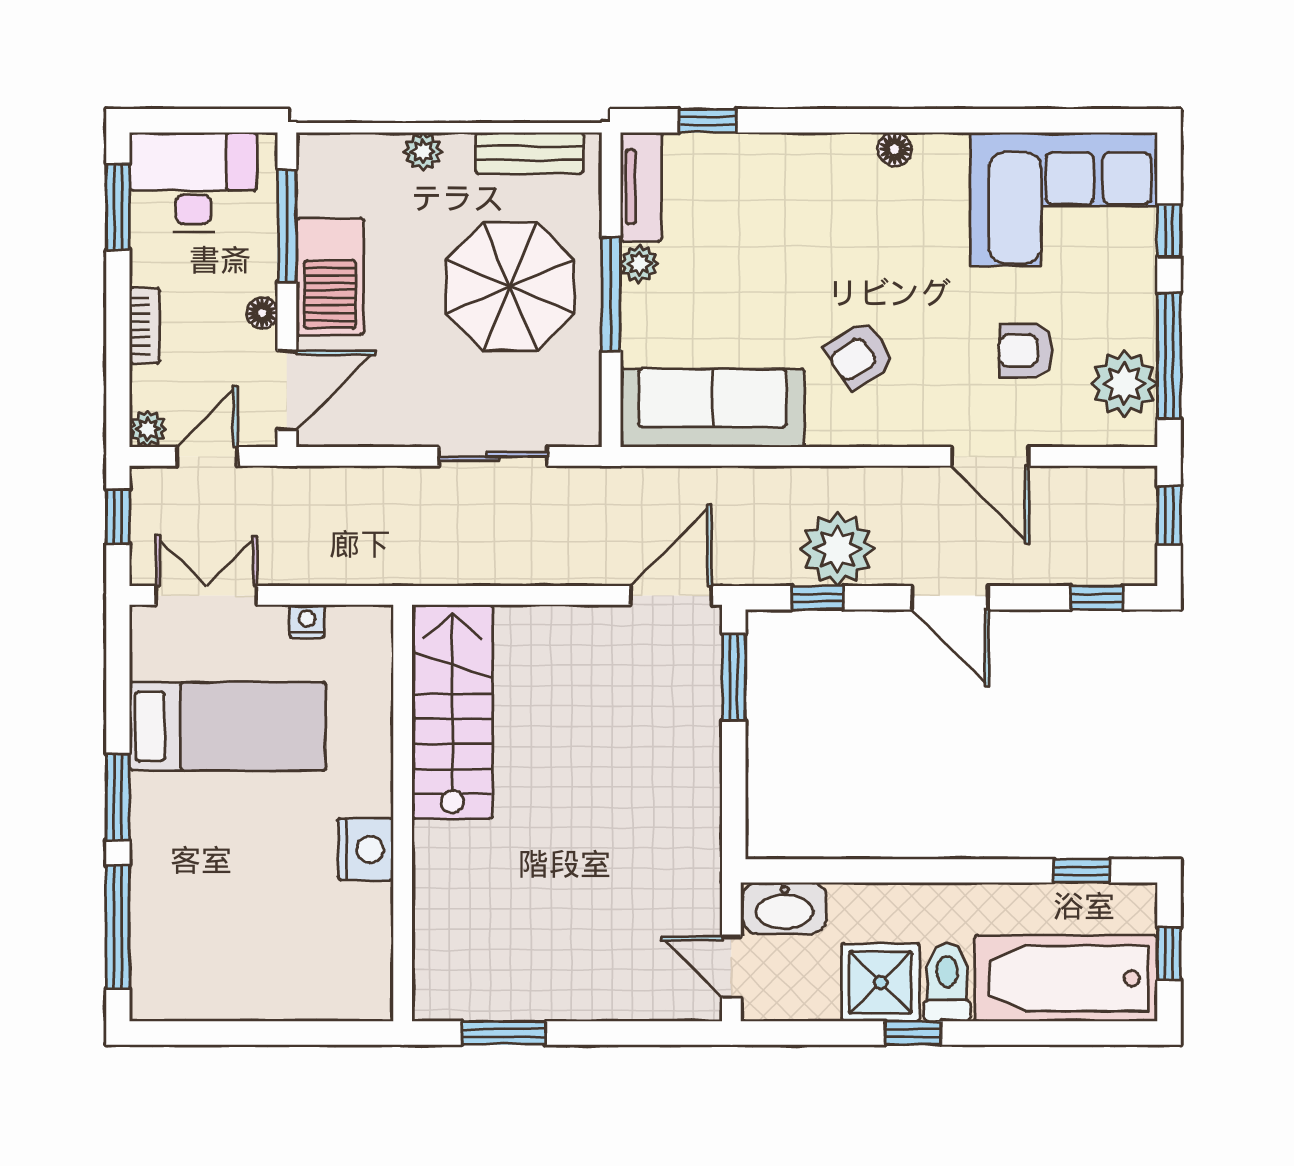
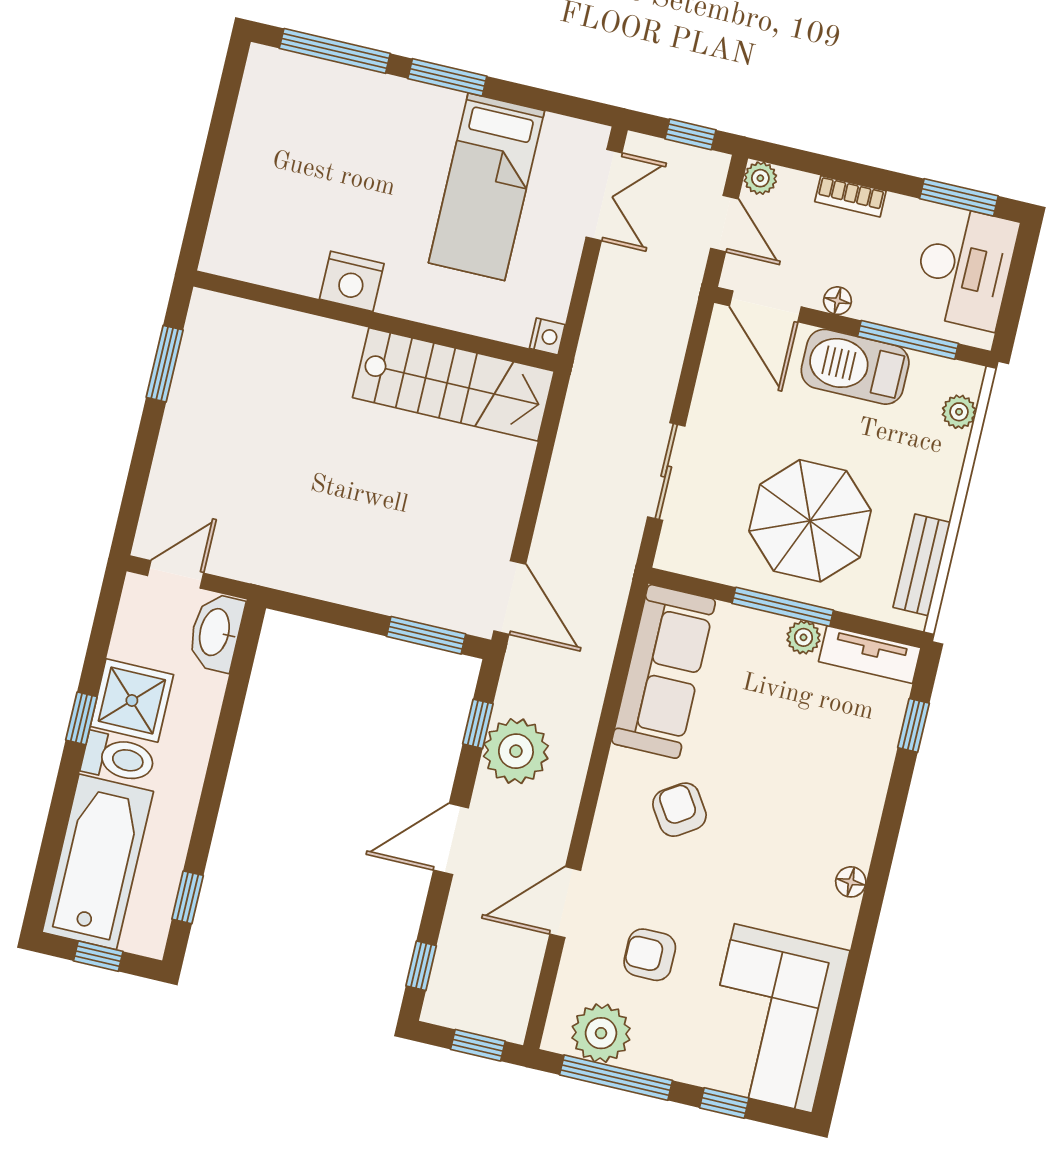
plant: (423, 151) -> (959, 412), moved
armchair: (1026, 351) -> (650, 955), turned -90
nightstand: (307, 621) -> (547, 336), moved

